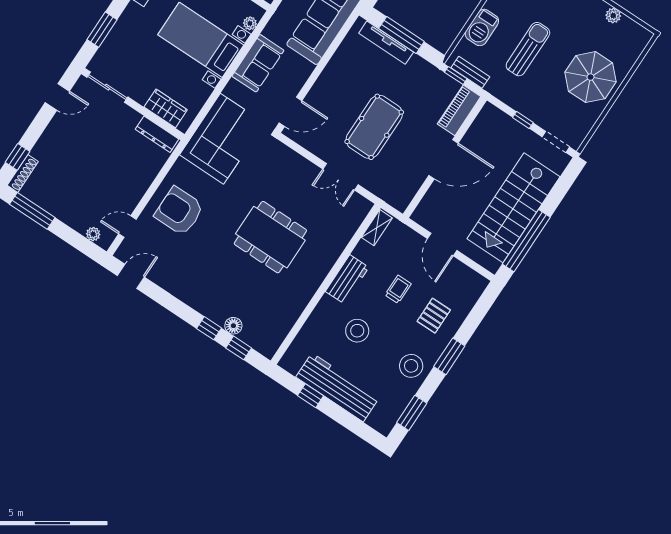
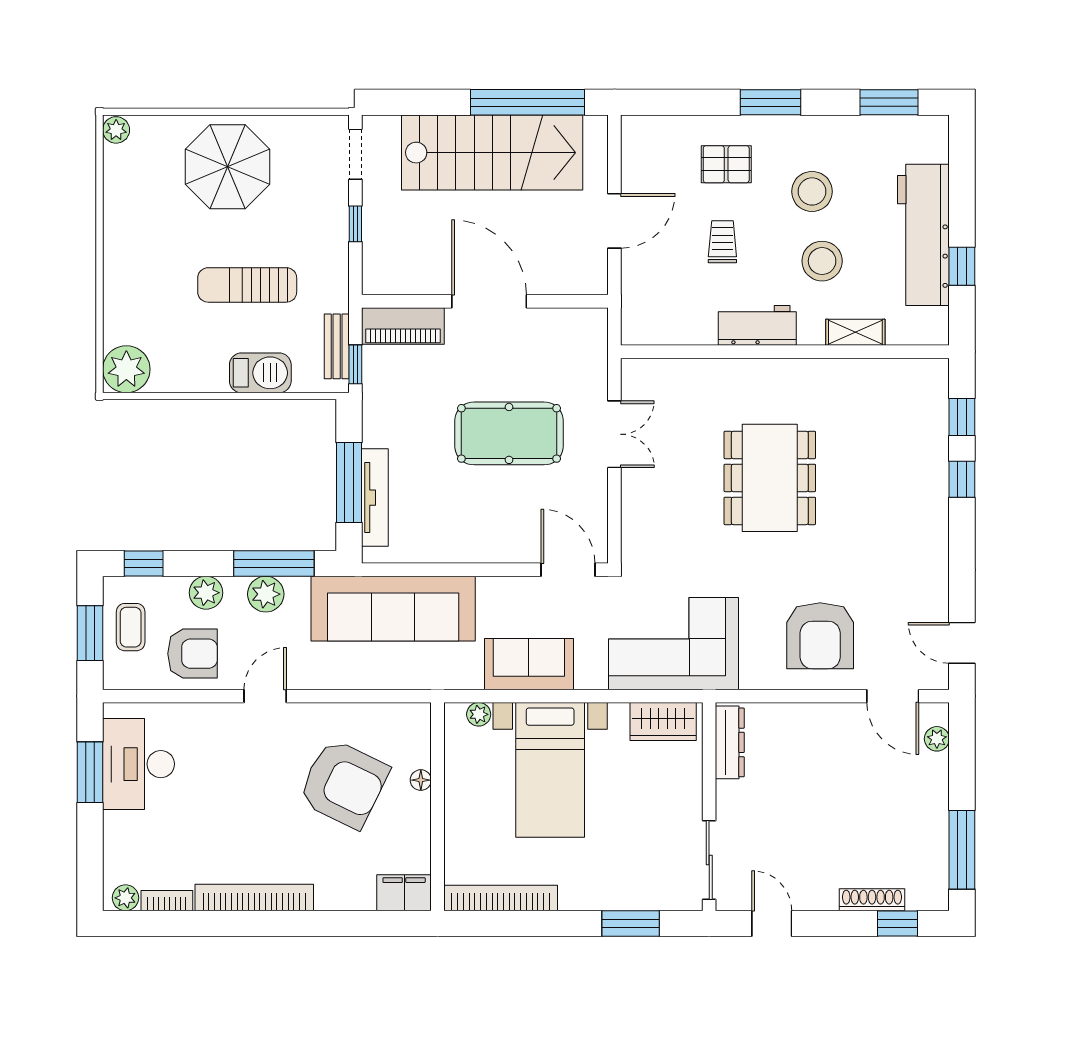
plant: (613, 16) -> (116, 130), moved
wardrobe: (166, 108) -> (663, 722), moved, turned -90
shoe rack: (23, 173) -> (872, 900), moved
door: (127, 227) -> (893, 696), width x1.38
shelving: (377, 228) -> (855, 332), moved
trolley: (398, 289) -> (722, 242), turned 90
floor lamp: (233, 326) -> (935, 446), removed
stool: (411, 366) -> (812, 191), moved

